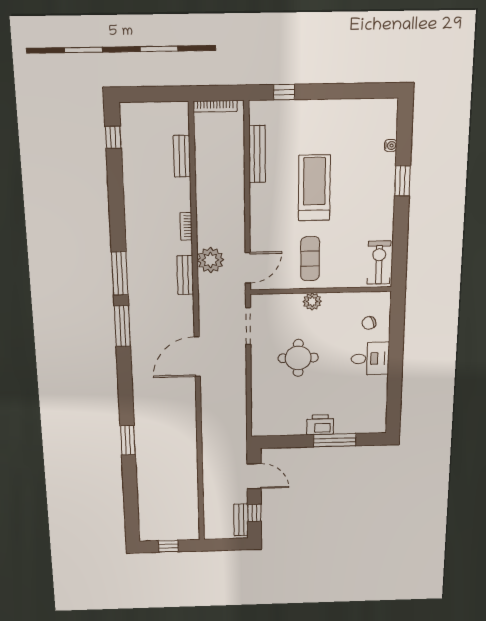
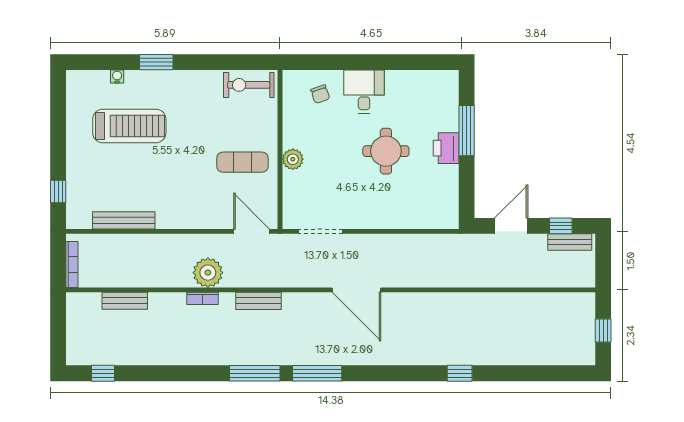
treadmill: (314, 188) -> (129, 126), moved, turned 180
plant: (210, 260) -> (208, 273), moved
round table: (298, 358) -> (386, 151), moved
window: (128, 440) -> (460, 373), width x0.67

